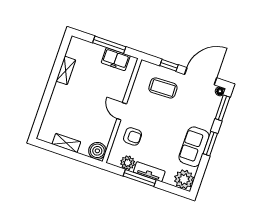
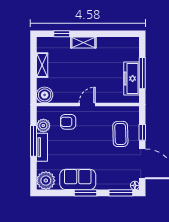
freezer: (116, 59) -> (131, 78), width x1.40
shelving: (66, 70) -> (83, 42), moved
window: (42, 112) -> (62, 34), added
armchair: (133, 136) -> (68, 122), turned 90

